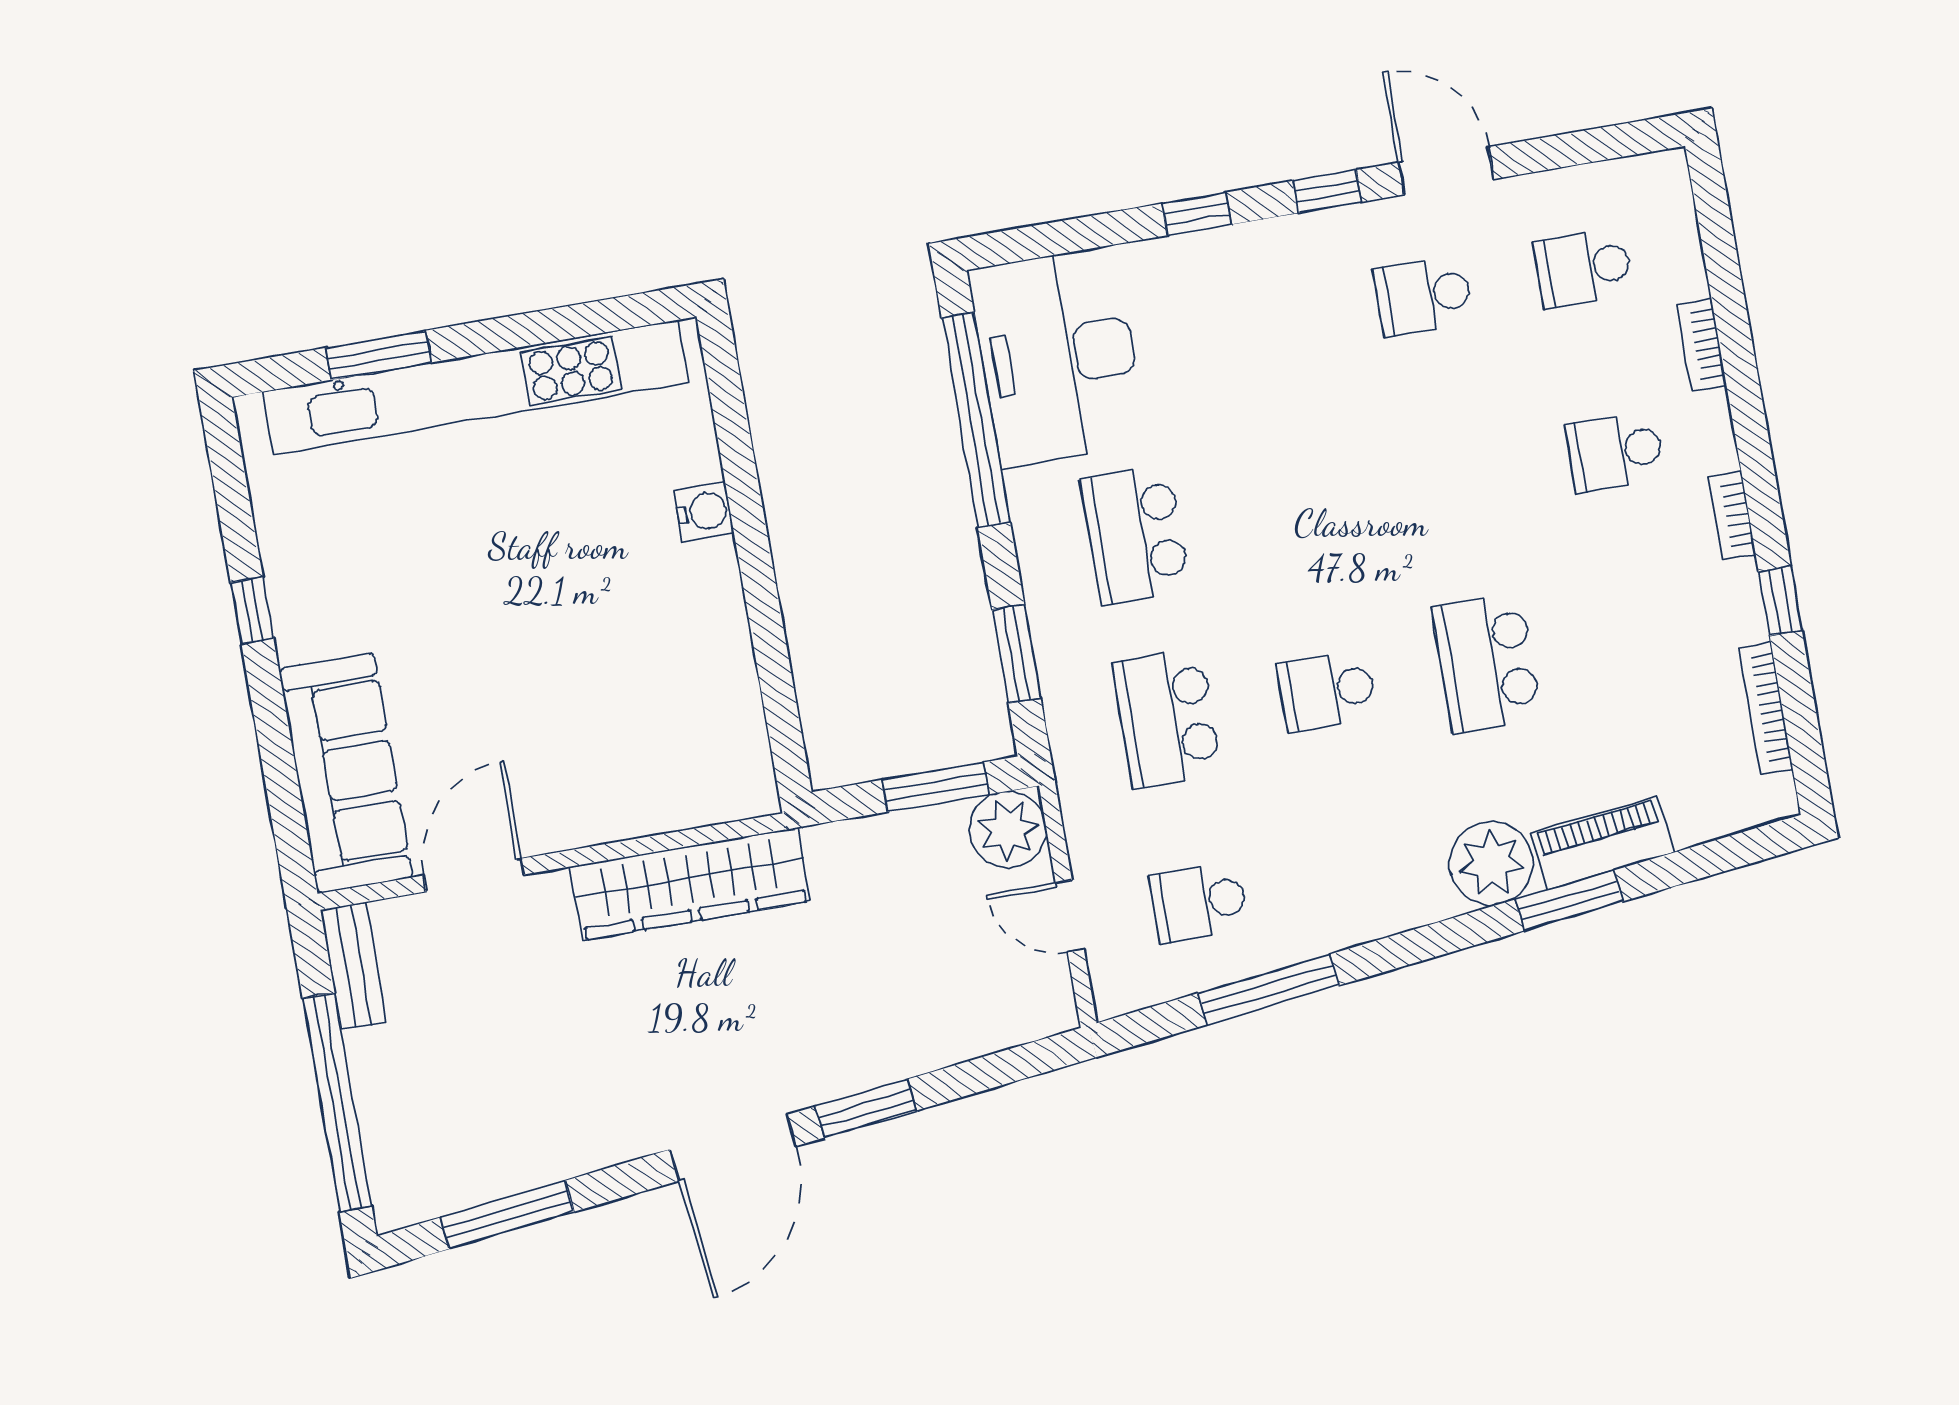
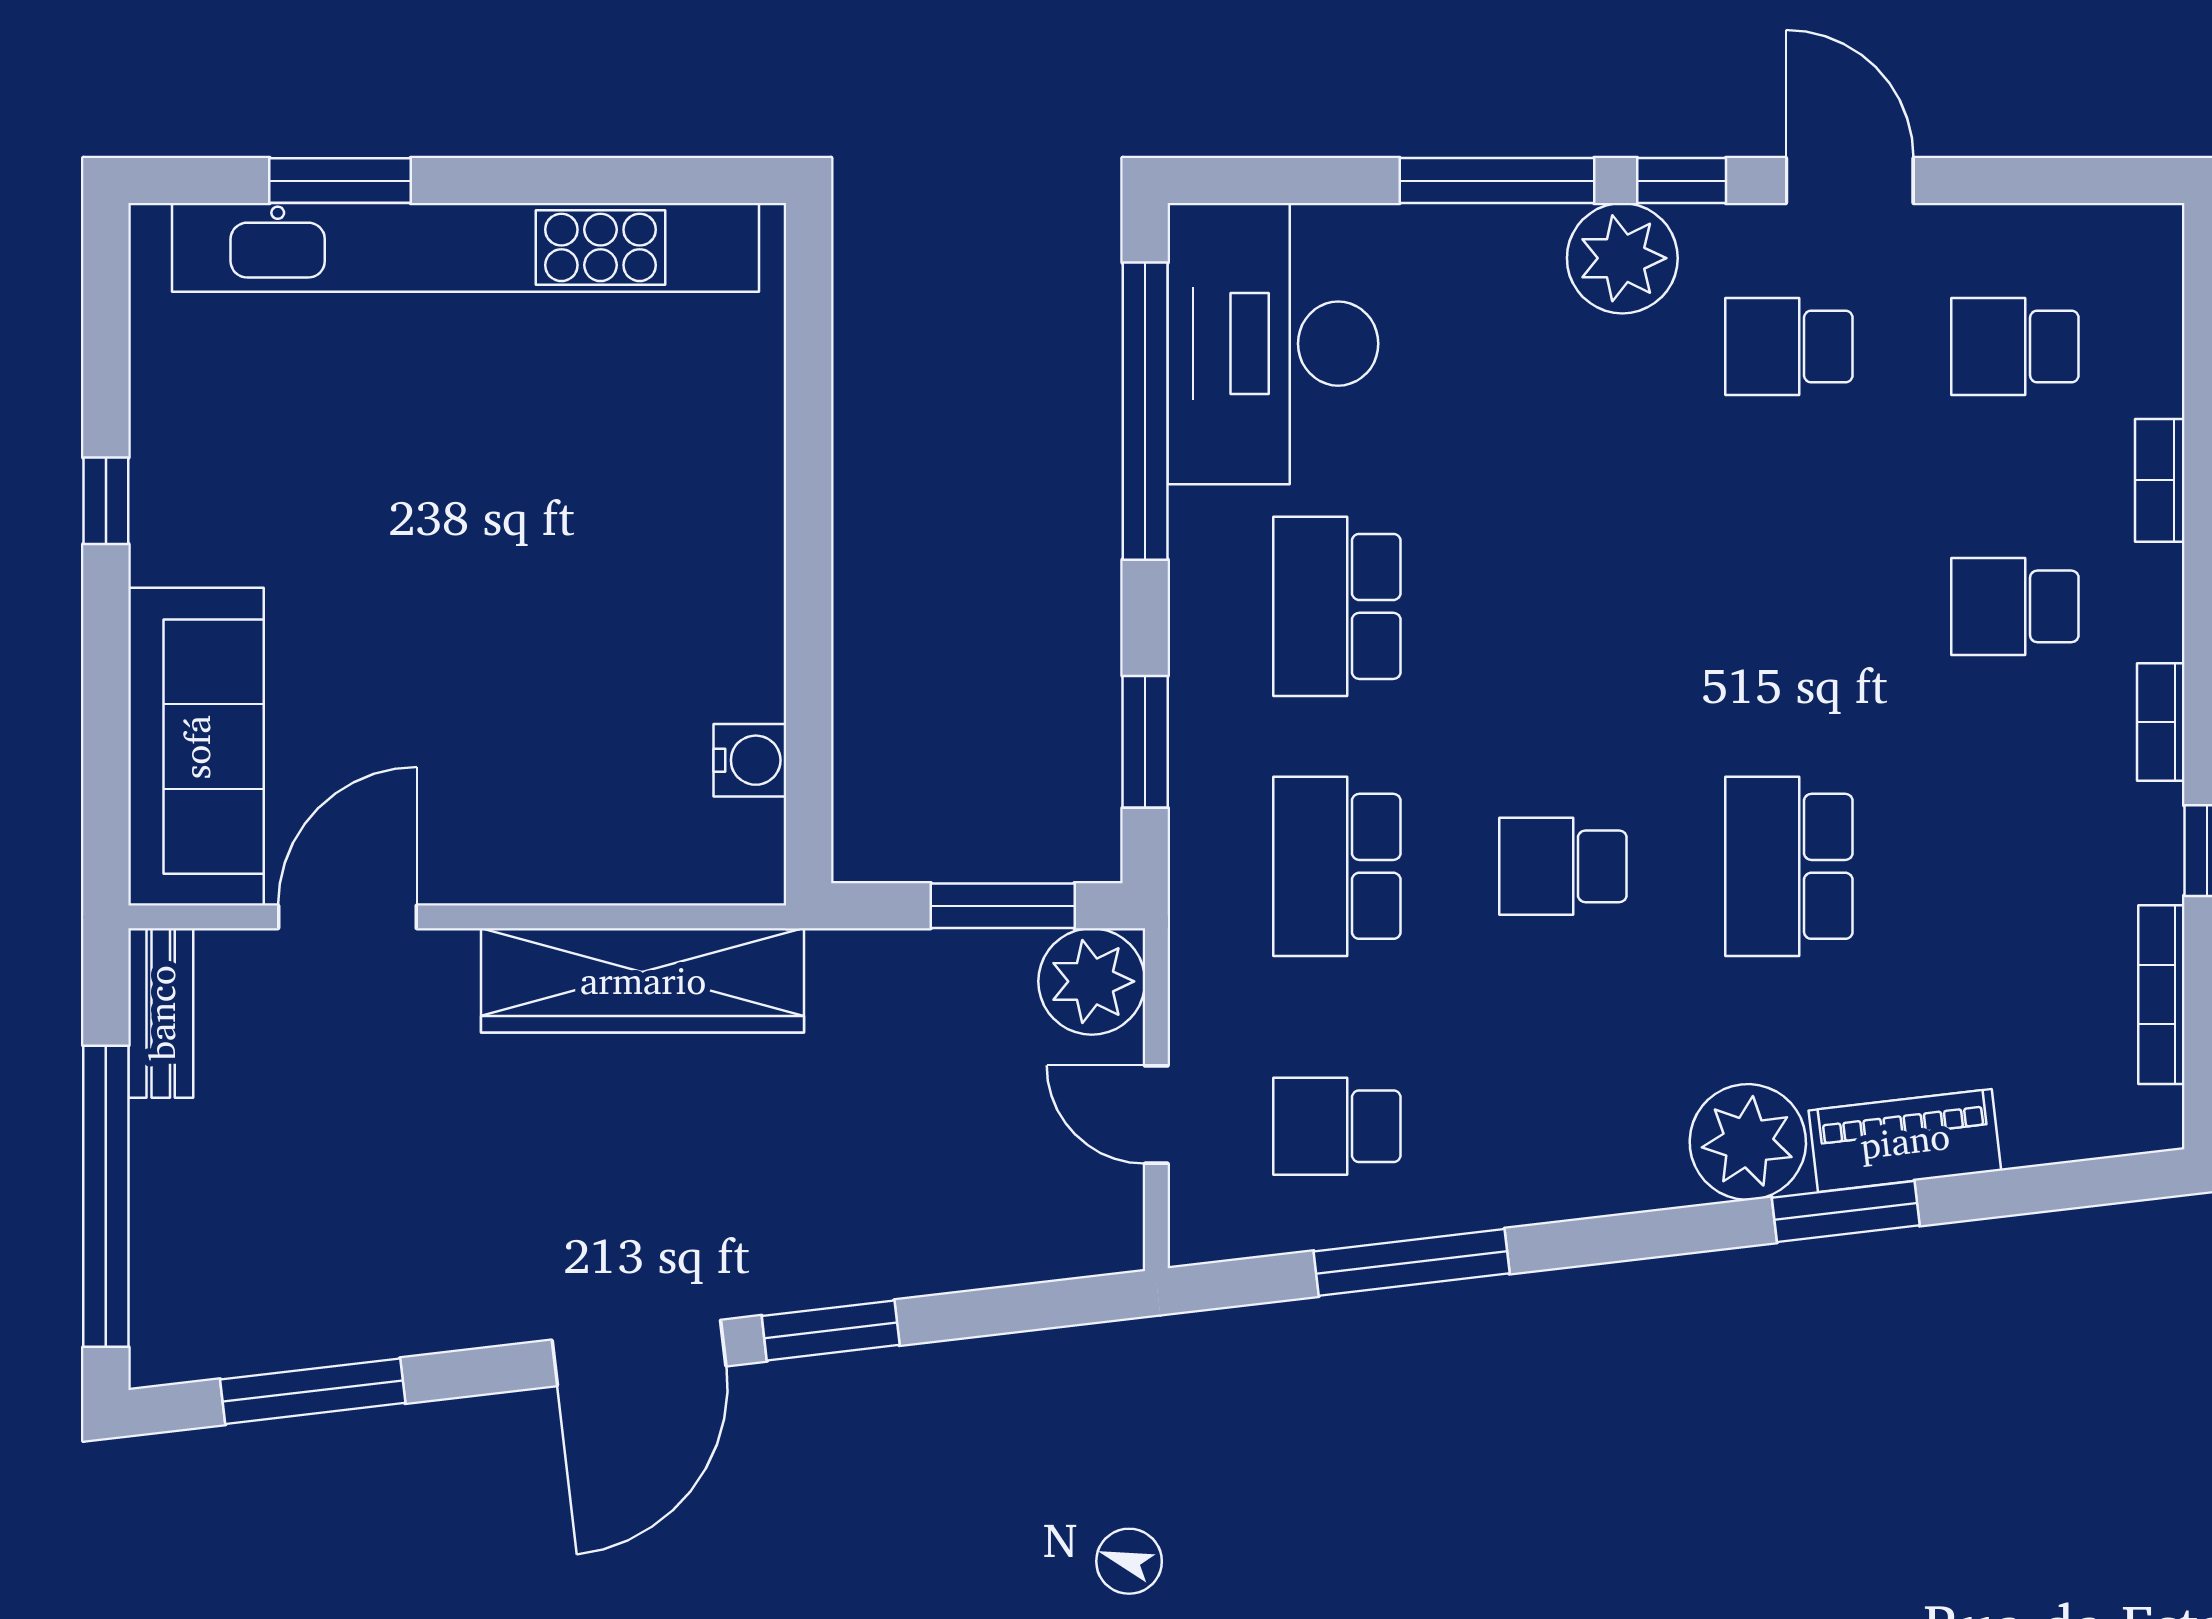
window: (1197, 214) -> (1497, 181), width x2.17
plant: (1295, 254) -> (1622, 258), added
water cooler: (704, 512) -> (750, 760), moved

